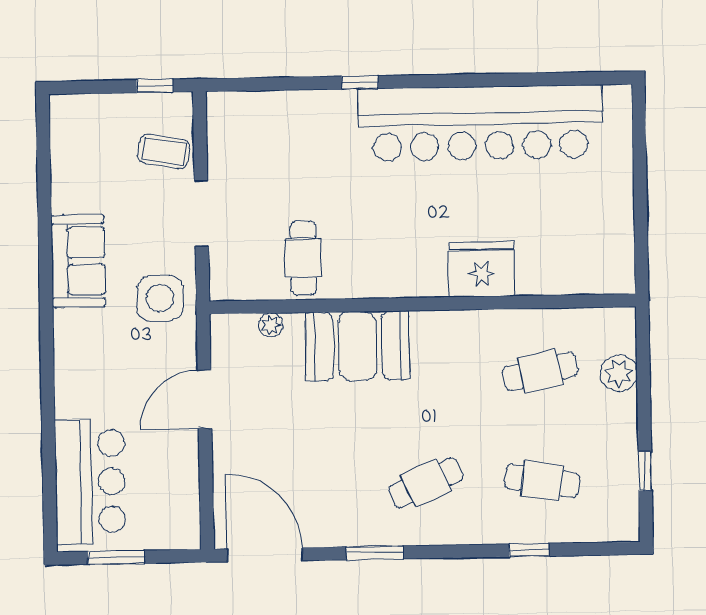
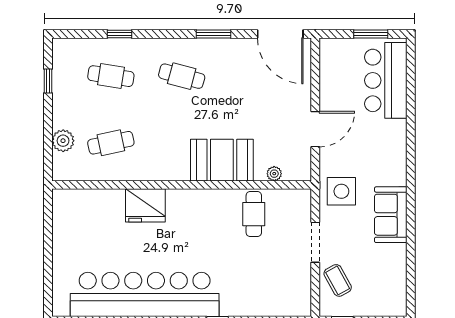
coffee table: (164, 151) -> (338, 280), turned 52
cafe table: (426, 483) -> (182, 76), turned 39

